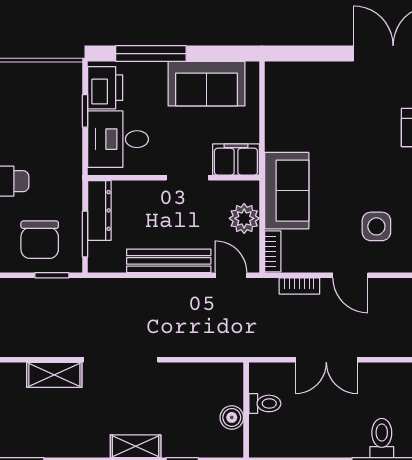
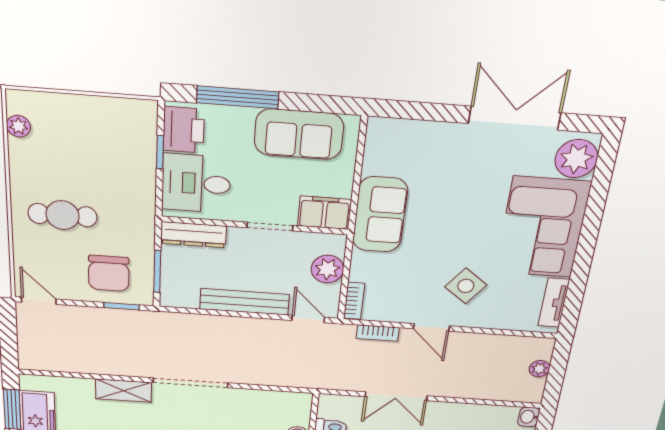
sofa: (287, 191) -> (380, 215), moved
dresser: (99, 210) -> (193, 235), moved, turned 90
side table: (376, 226) -> (466, 286), turned 37

